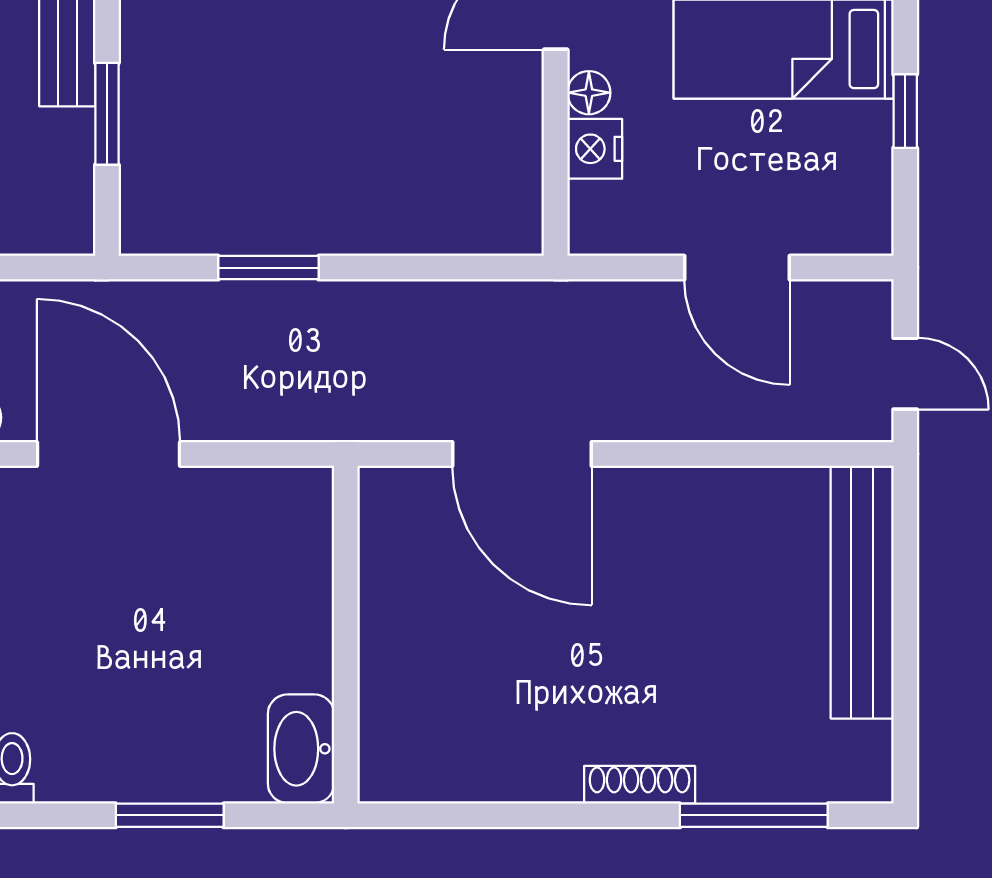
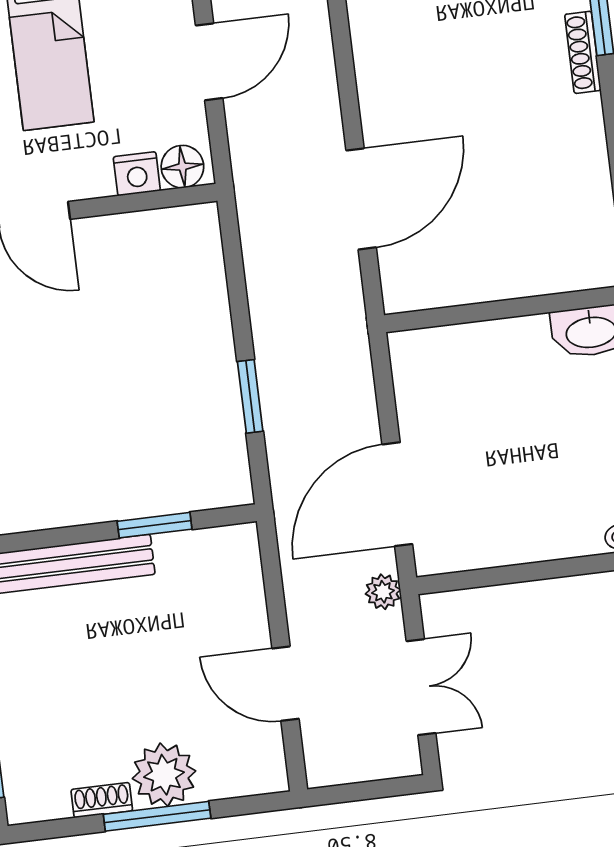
floor lamp: (589, 93) -> (182, 167), moved, width x1.37, depth x1.37
shoe rack: (640, 785) -> (583, 52), moved

